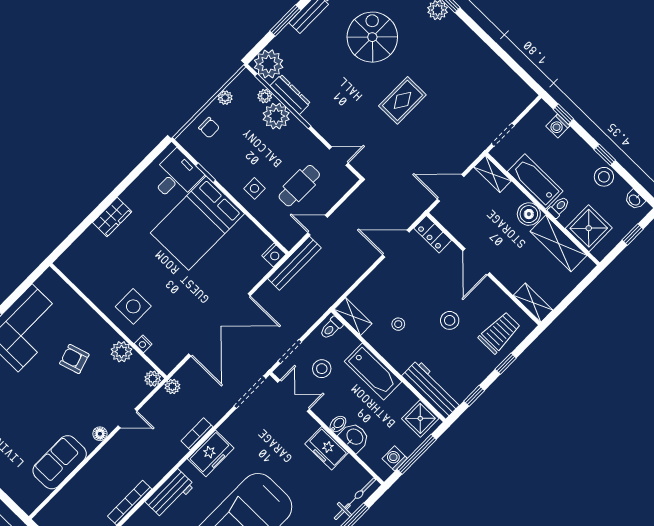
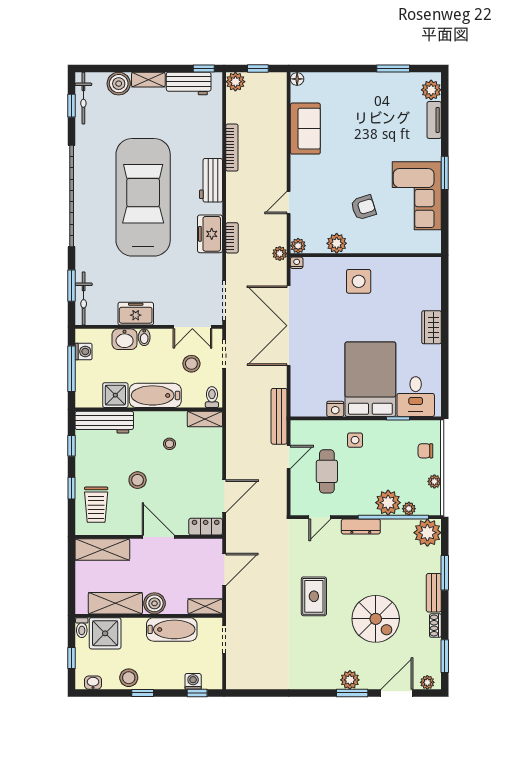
dresser: (290, 94) -> (361, 526), moved
toilet: (559, 207) -> (82, 628), moved
nightstand: (274, 255) -> (335, 409), moved, turned -90
shelving: (533, 303) -> (102, 550), width x1.50, depth x1.33
nightstand: (143, 344) -> (297, 263), moved
shower: (420, 418) -> (115, 395), moved
floor lamp: (100, 434) -> (297, 79), moved

